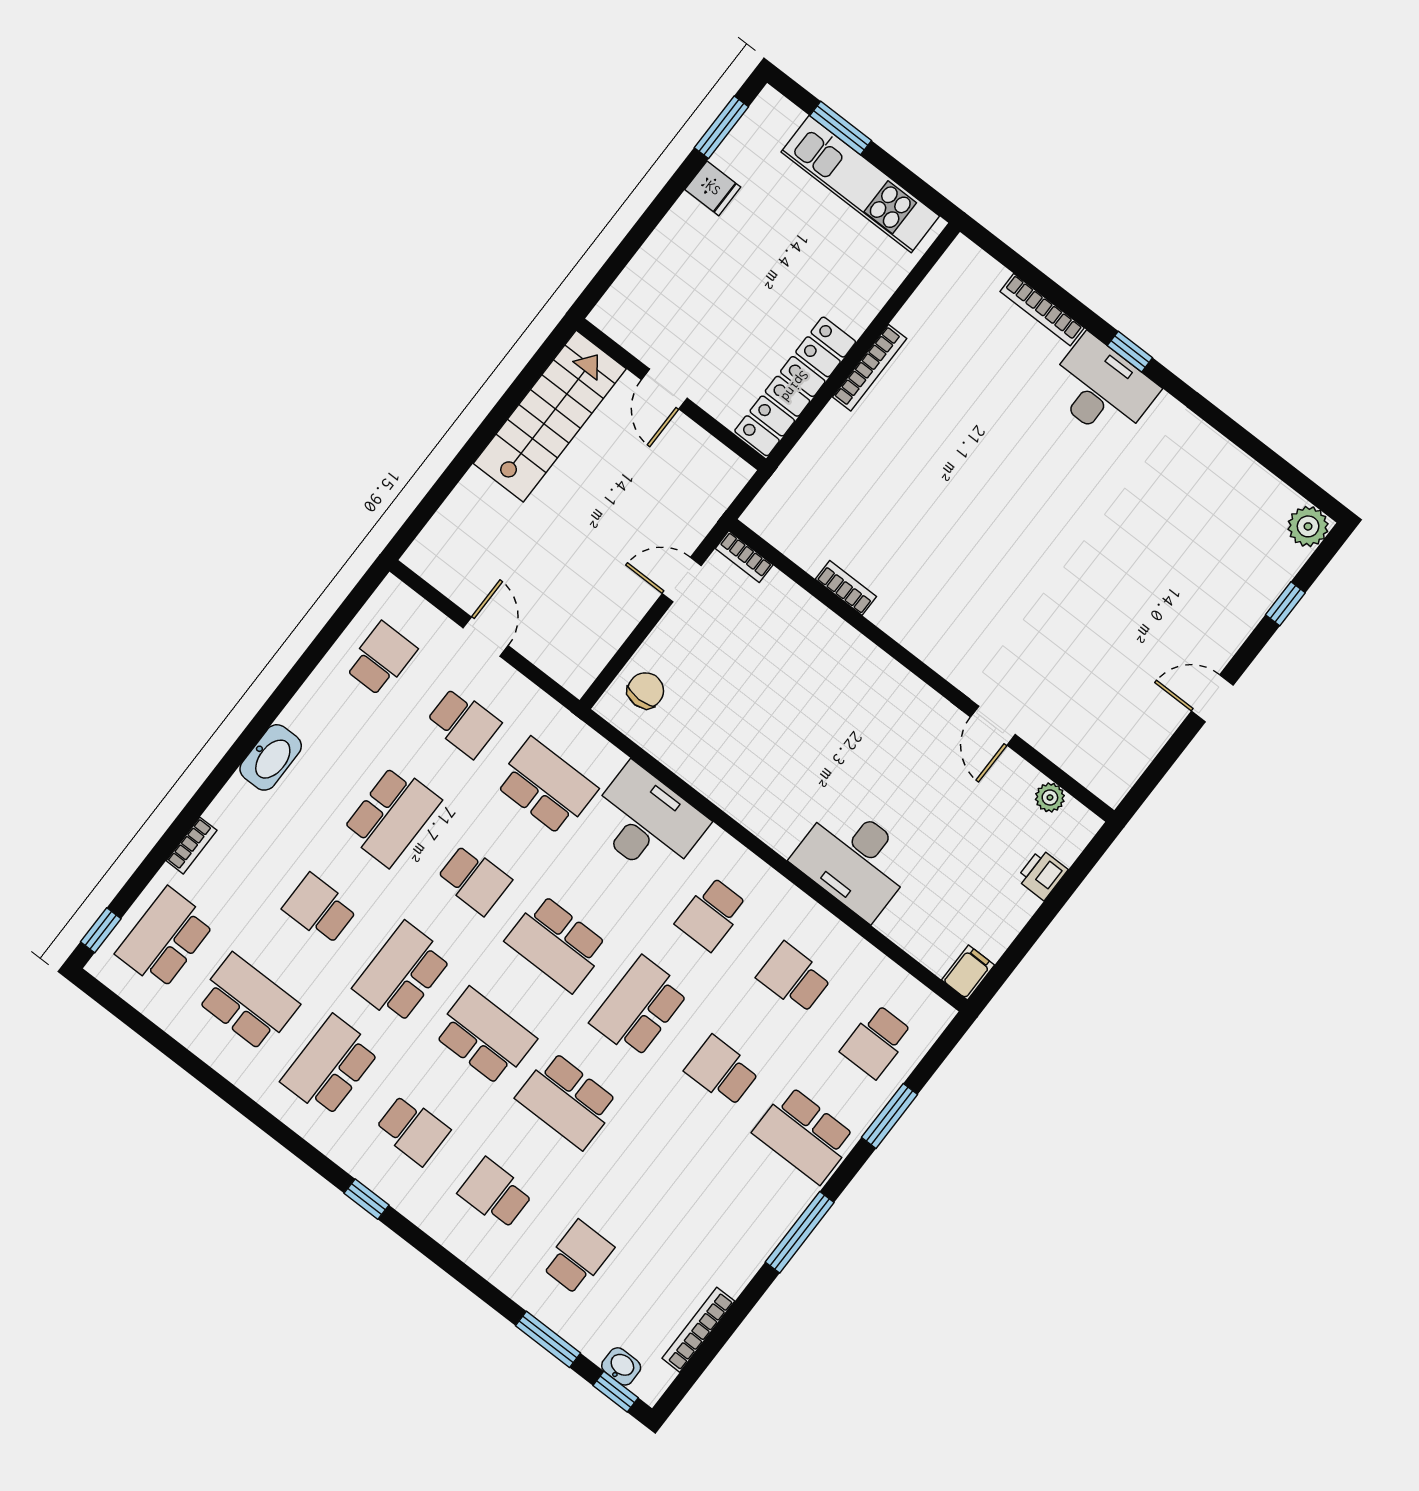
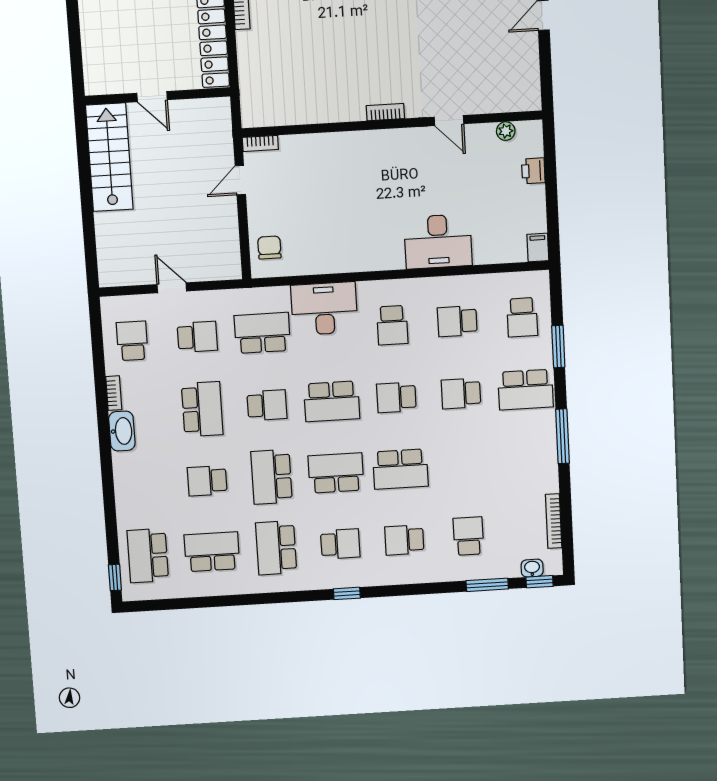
bookcase: (846, 588) -> (385, 112), moved
bookcase: (192, 846) -> (114, 393), moved
school desk: (639, 1007) -> (396, 397), width x0.54

